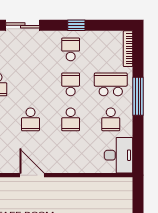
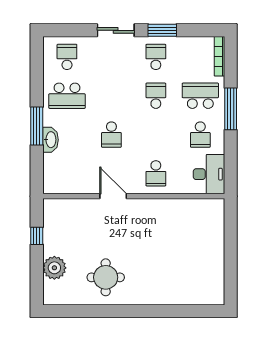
sliding door: (23, 25) -> (116, 30), moved
window: (76, 25) -> (162, 30), width x1.50
school desk: (71, 119) -> (156, 173), moved

